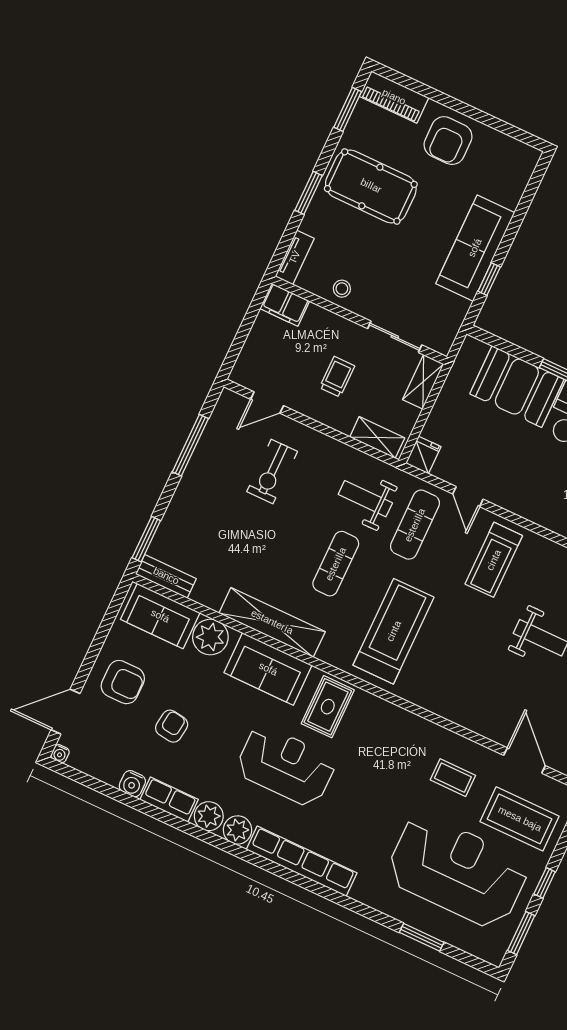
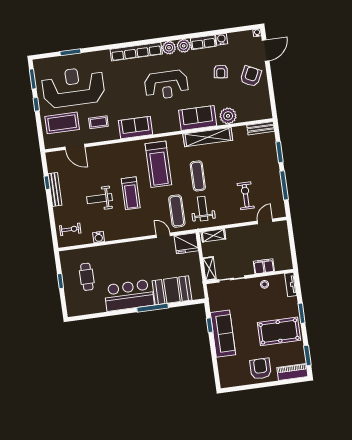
filing cabinet: (285, 305) -> (264, 266), moved
trolley: (337, 377) -> (244, 249), removed
fridge: (423, 455) -> (186, 243), width x1.88, depth x1.34
weight bench: (365, 499) -> (203, 209), turned -90
window: (146, 539) -> (280, 152), moved
treadmill: (494, 560) -> (131, 193), moved, turned 180
sofa: (160, 616) -> (135, 128), moved
armchair: (123, 682) -> (251, 76), turned 116
rug: (328, 707) -> (165, 118), removed
reception desk: (457, 871) -> (73, 87), turned 180

